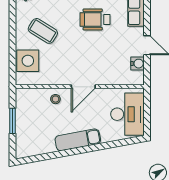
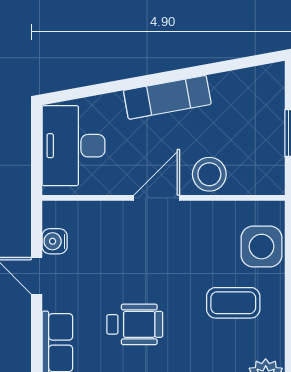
coffee table: (43, 31) -> (233, 303), turned -32
stool: (55, 99) -> (209, 174), width x1.89, depth x1.89

